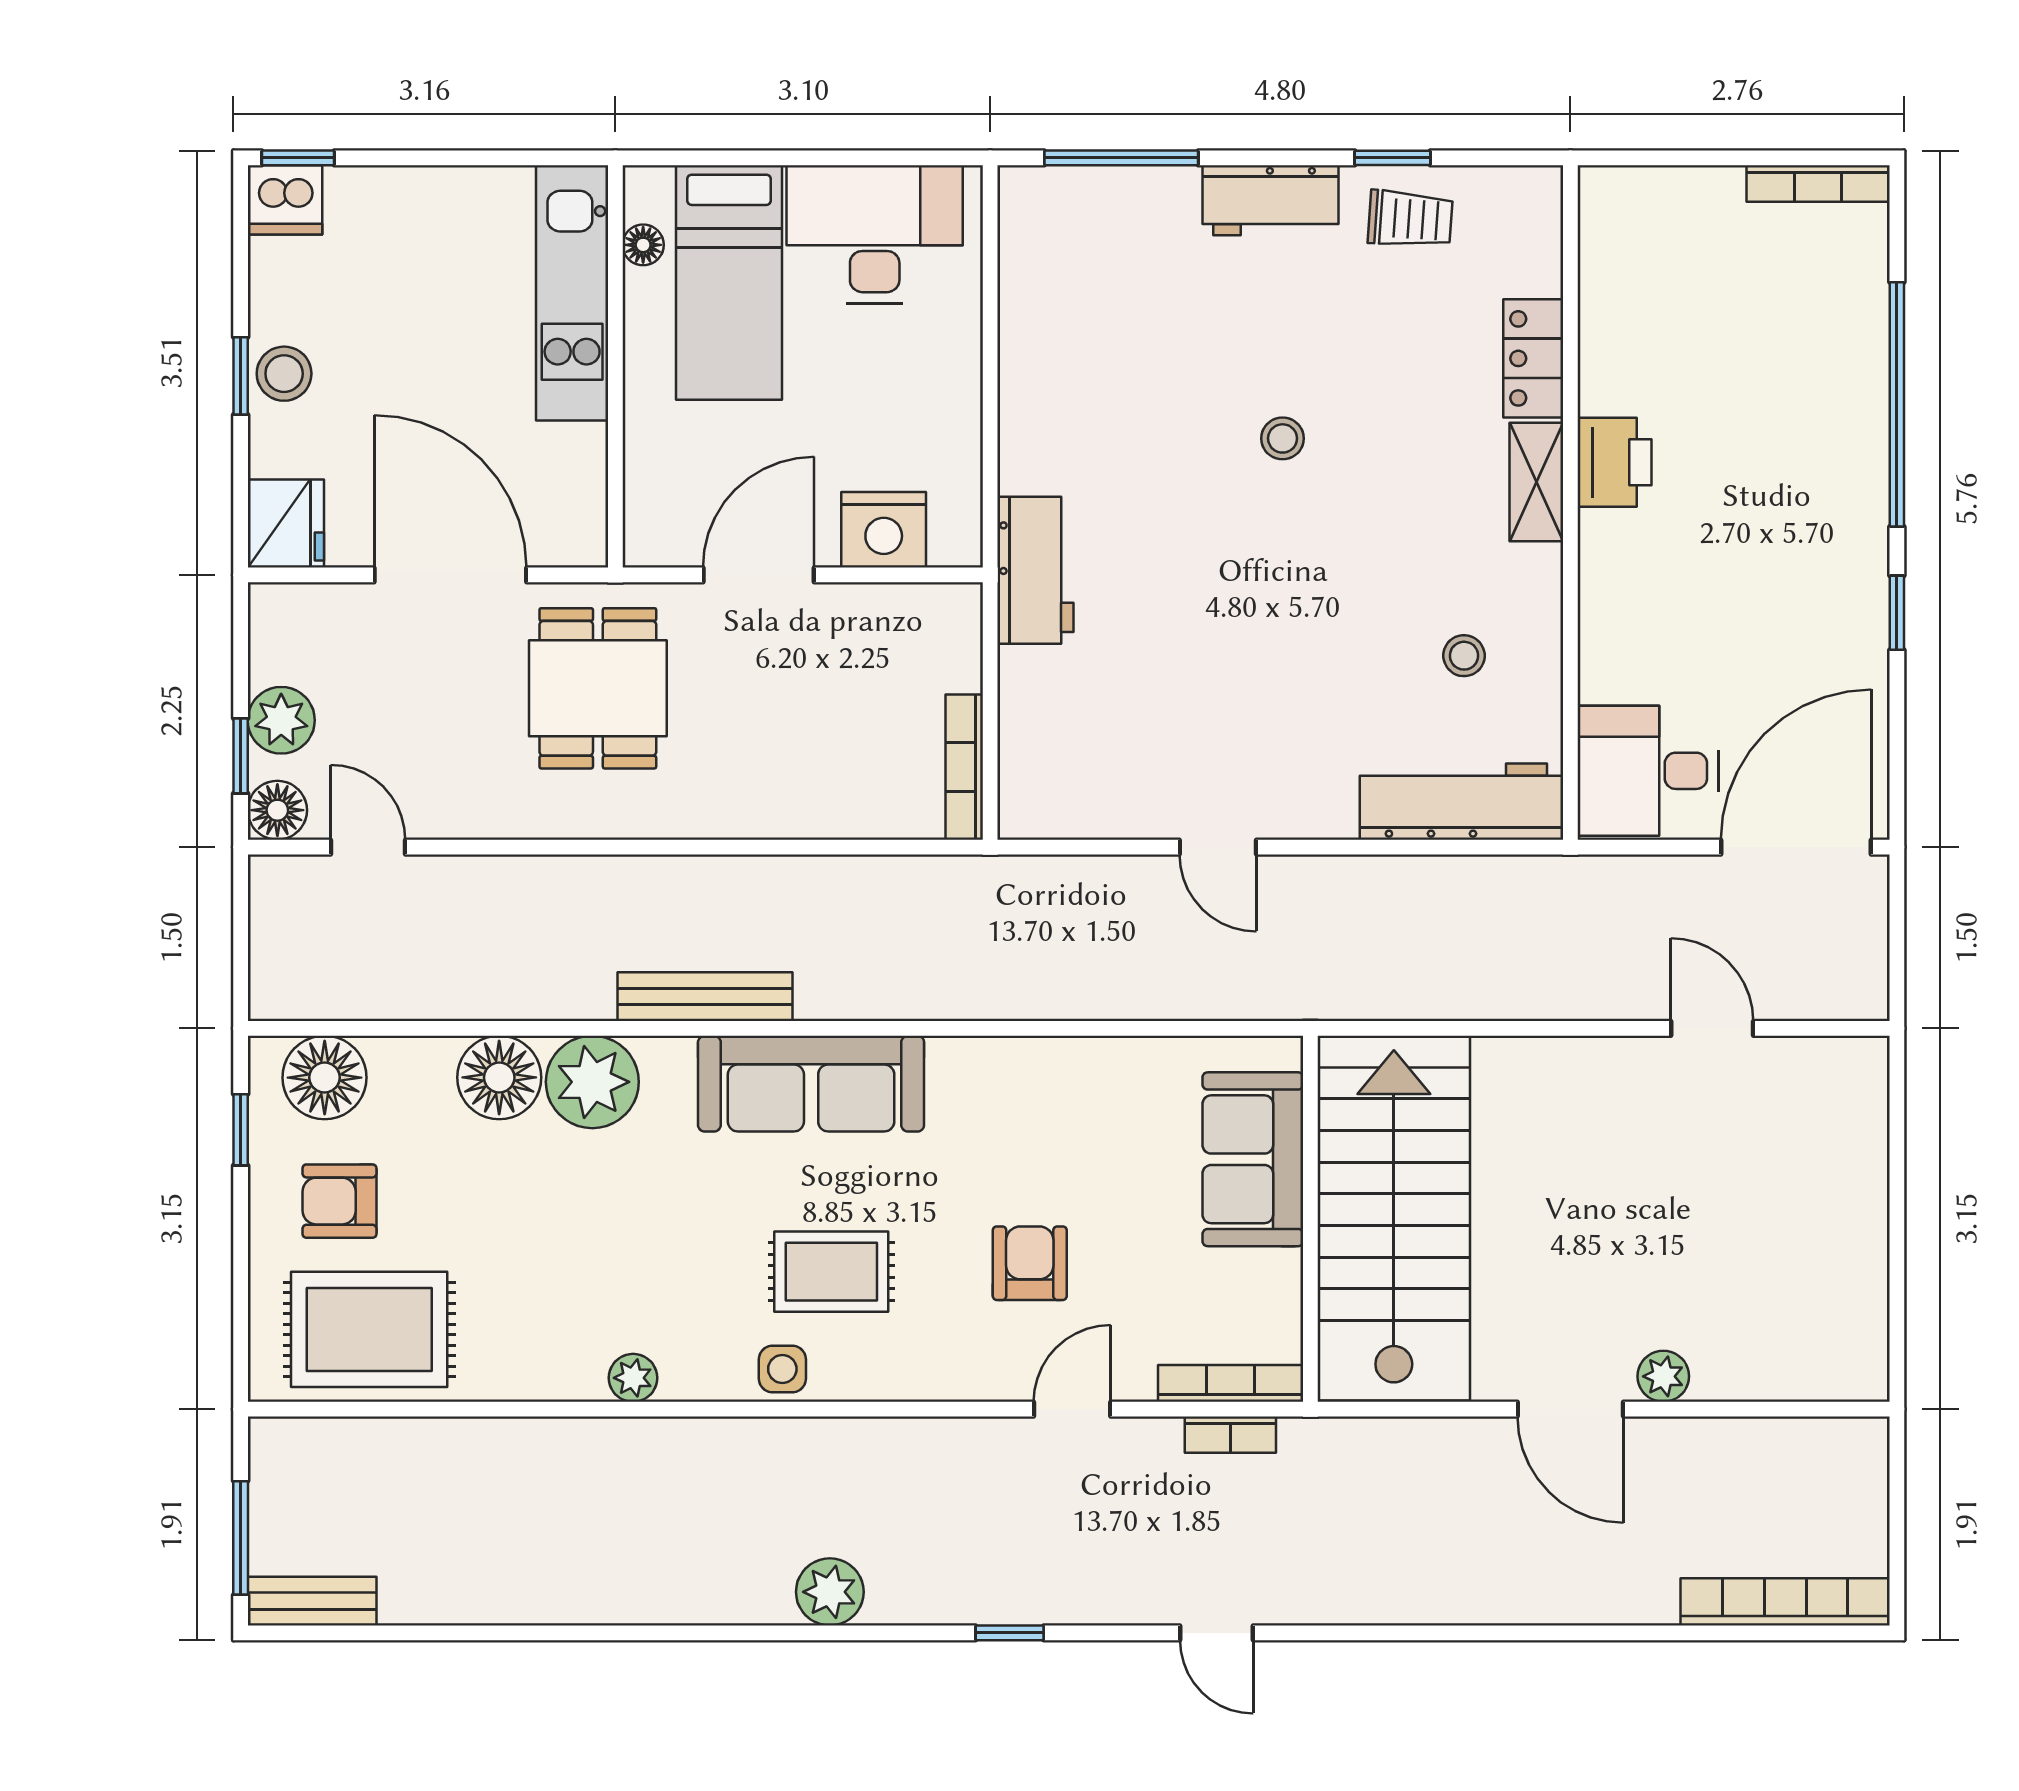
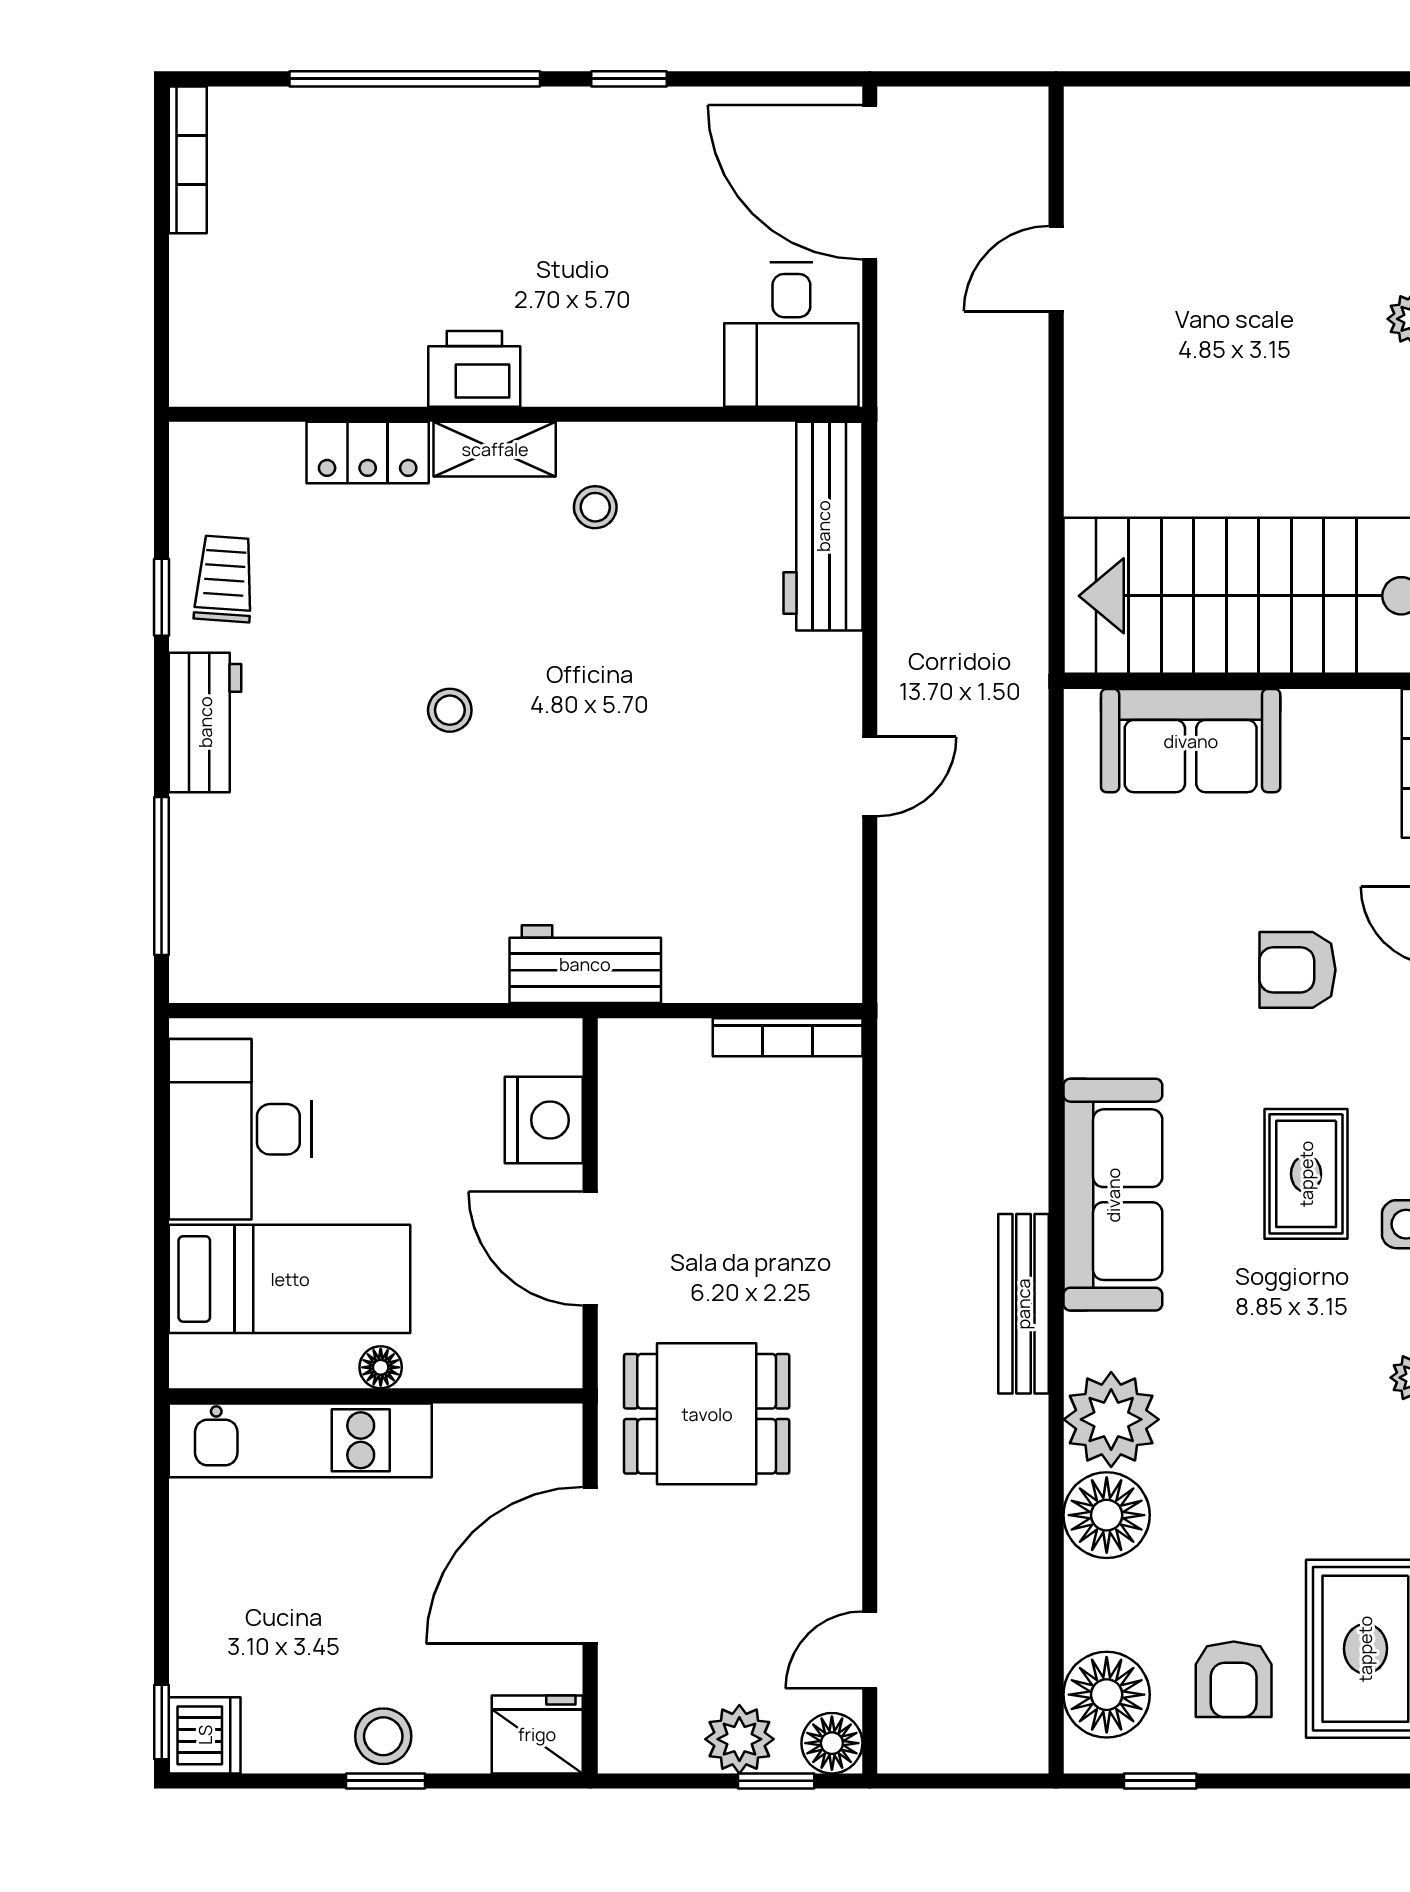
floor lamp: (643, 245) -> (381, 1367), moved
stool: (1464, 656) -> (595, 507), moved

